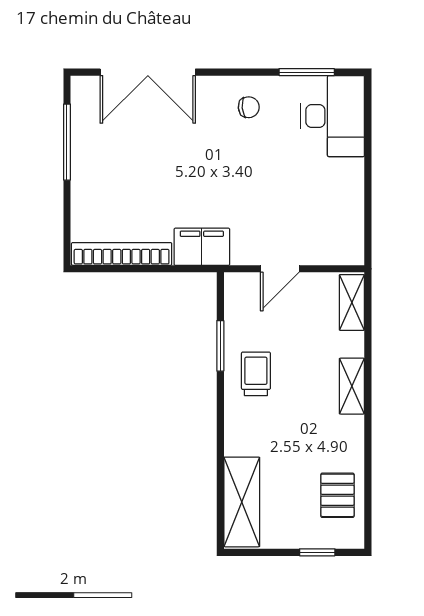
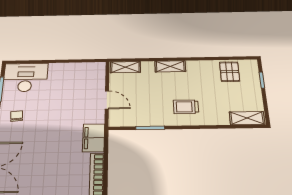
trolley: (256, 374) -> (186, 107), moved
pallet: (337, 495) -> (230, 72), turned 90
shelving: (242, 502) -> (247, 118), width x0.67, depth x0.75

